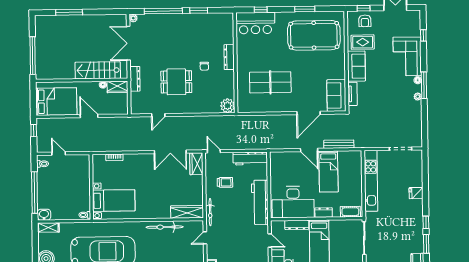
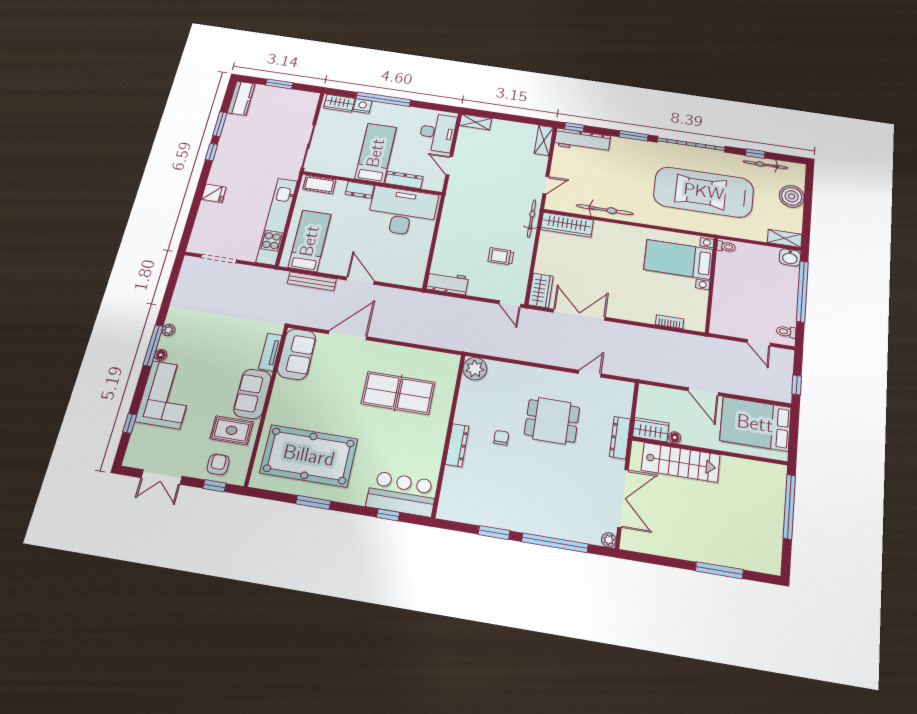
workbench: (250, 158) -> (447, 283), width x0.73
bed: (328, 171) -> (310, 241), moved
workbench: (260, 202) -> (453, 220), removed

